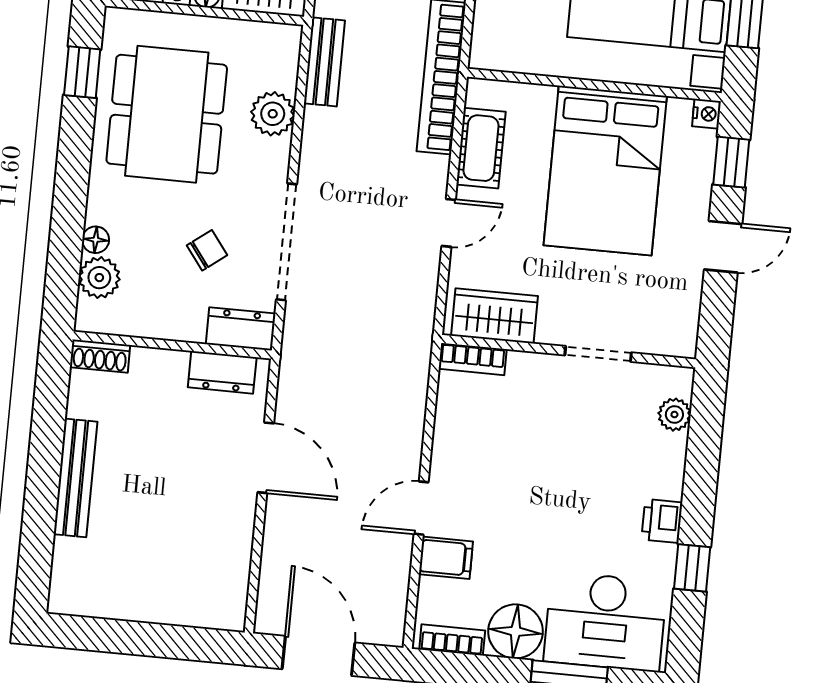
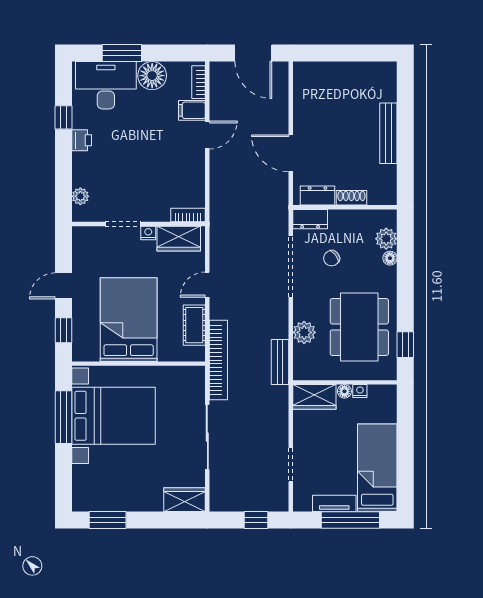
nightstand: (707, 114) -> (148, 233), moved, turned 90
shoe rack: (100, 356) -> (351, 198), moved
bookcase: (452, 640) -> (199, 82), moved, turned 90

